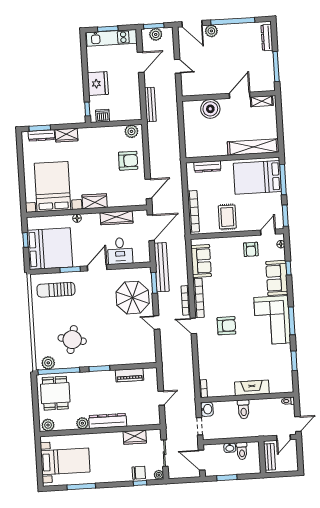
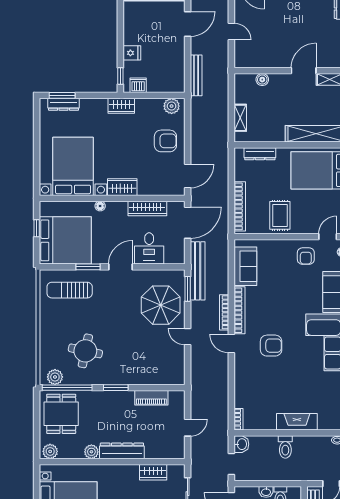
fridge: (98, 84) -> (132, 53), width x0.53, depth x0.75
boiler: (210, 109) -> (262, 80), width x0.54, depth x0.54
wardrobe: (66, 135) -> (121, 106), moved
shelving: (189, 138) -> (240, 118), added

